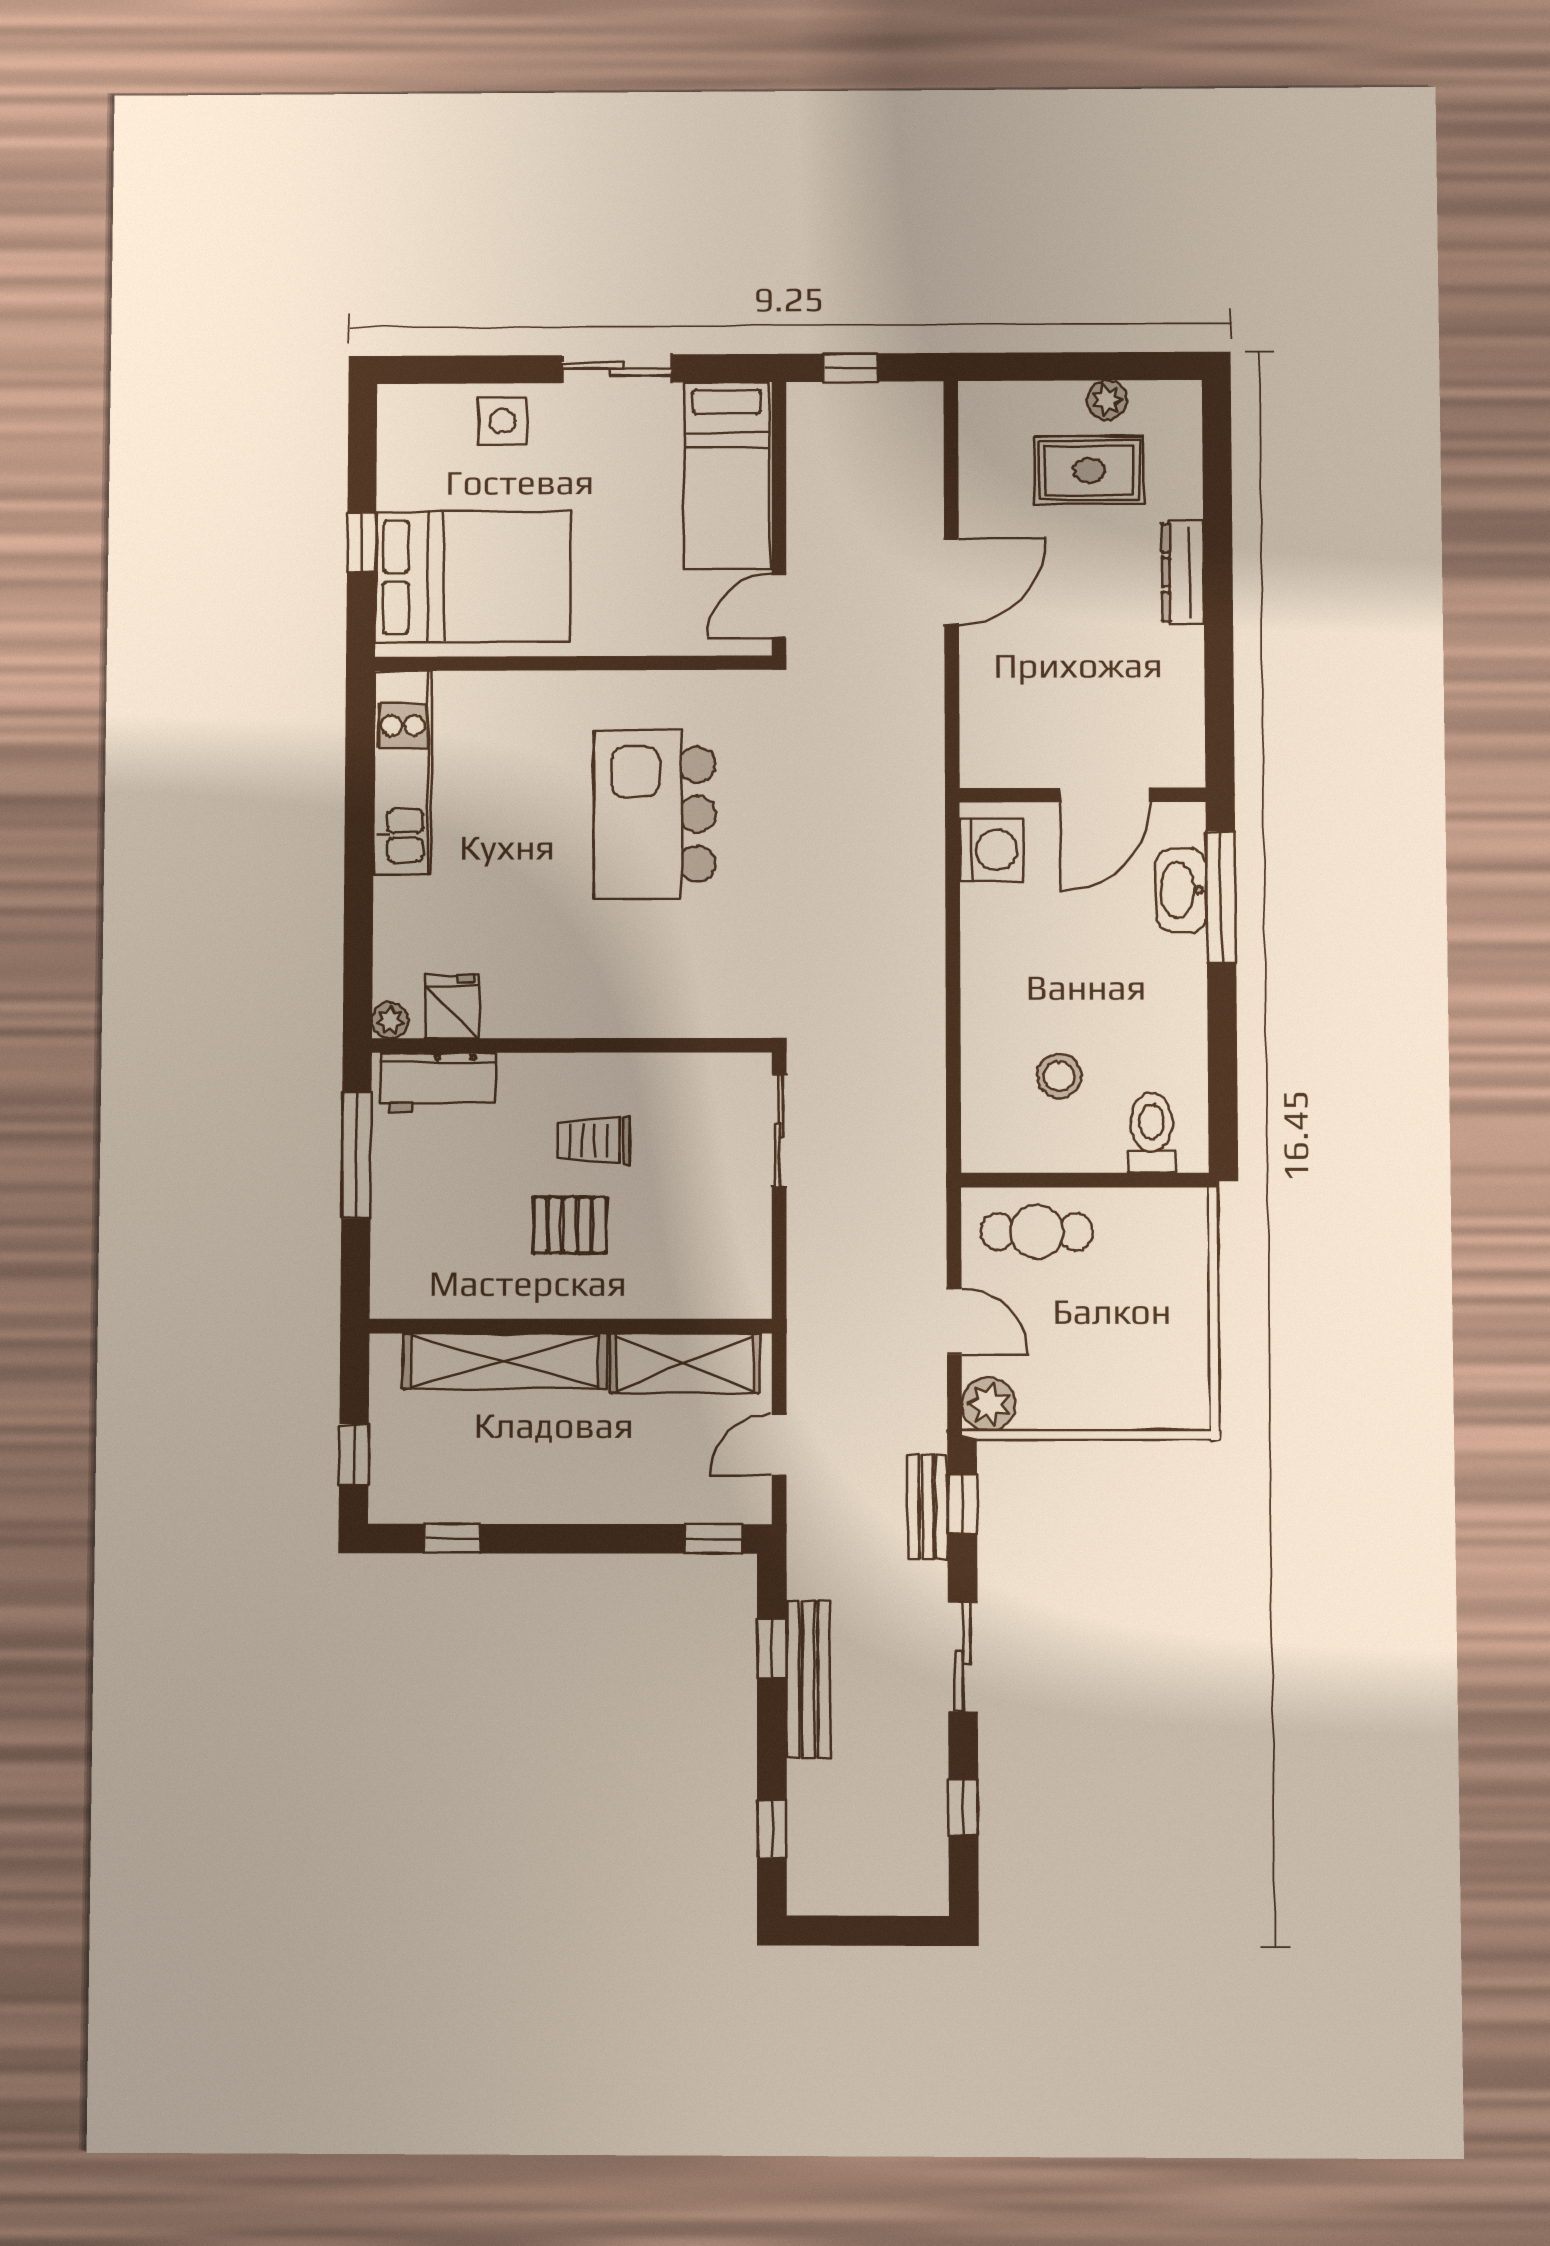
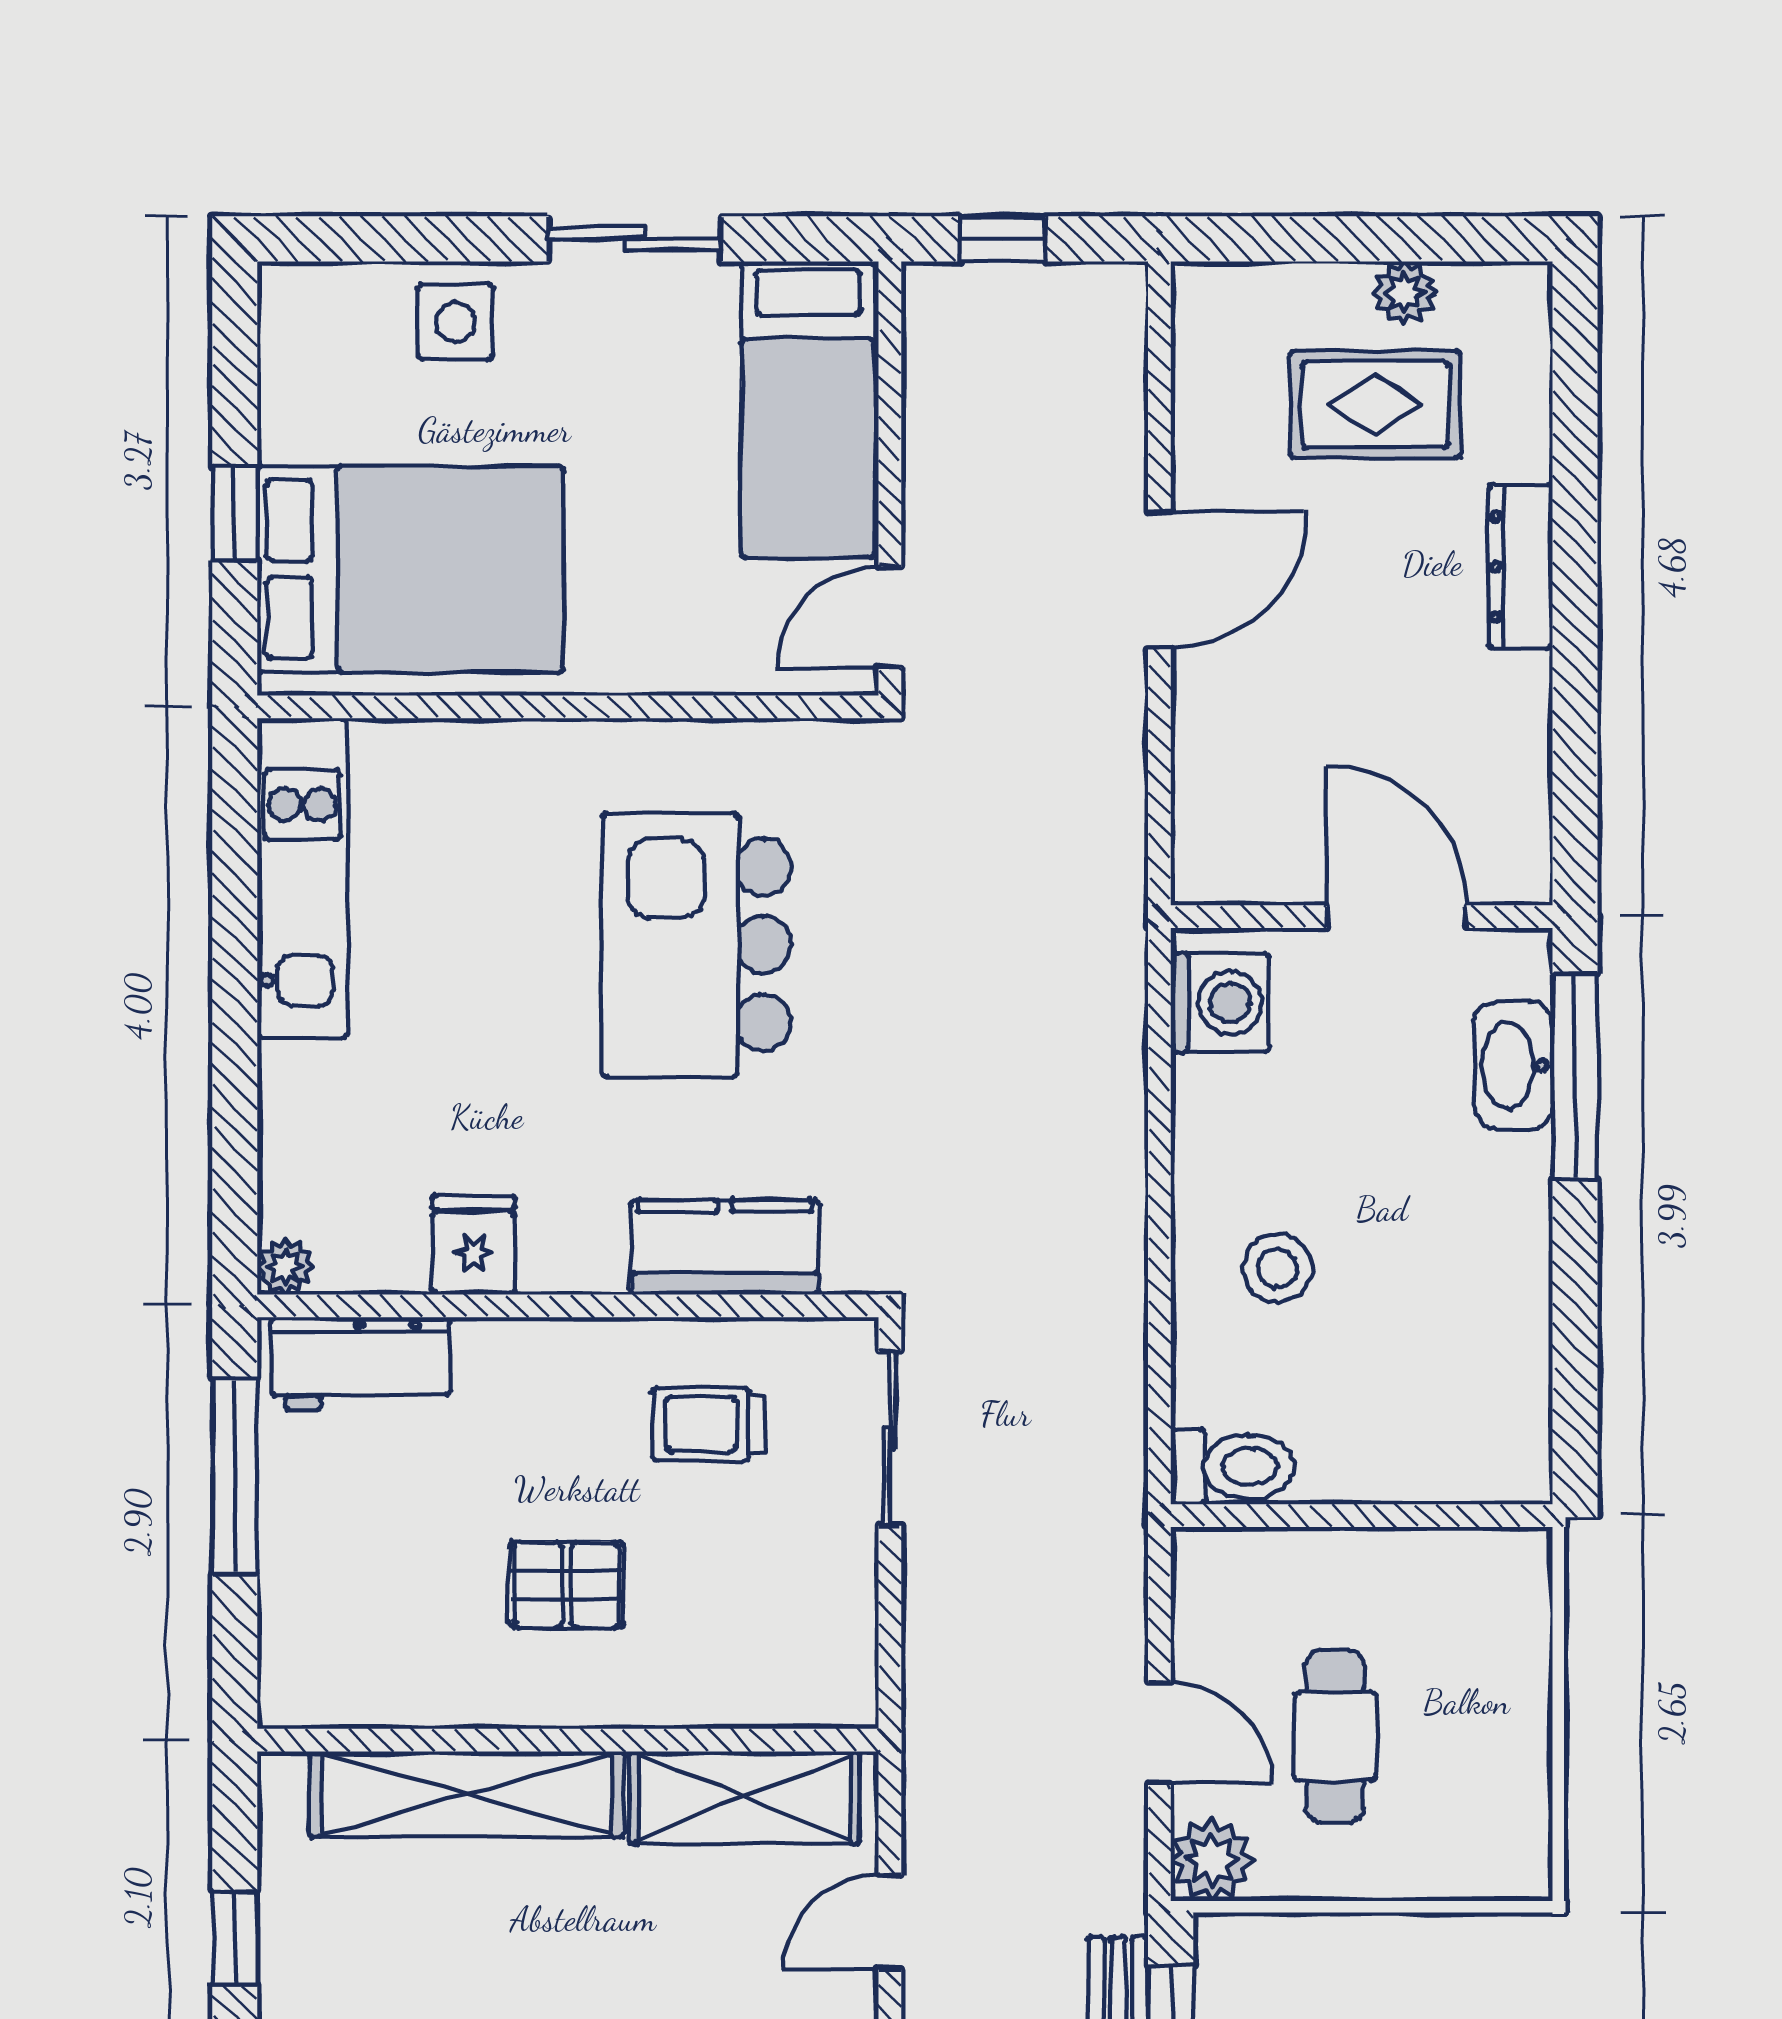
door: (1105, 795) -> (1397, 917), swing flipped
fridge: (452, 1007) -> (474, 1245), moved
kitchen counter: (673, 1008) -> (725, 1247), added
stool: (1059, 1076) -> (1277, 1268), moved
toilet: (1152, 1133) -> (1233, 1467), moved, turned 90
trolley: (594, 1141) -> (709, 1424), moved
cafe table: (1037, 1232) -> (1335, 1736), moved, turned 90

